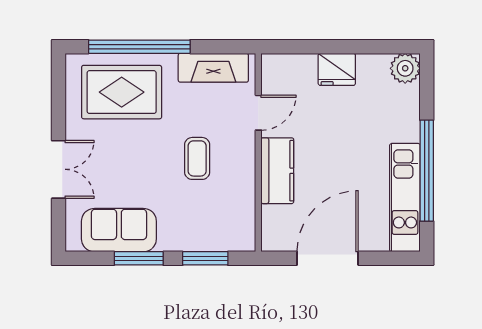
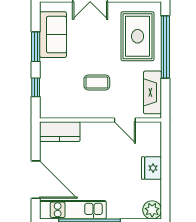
kitchen counter: (277, 171) -> (60, 132), moved
window: (205, 258) -> (36, 87), width x0.67
door: (328, 258) -> (36, 180), moved

